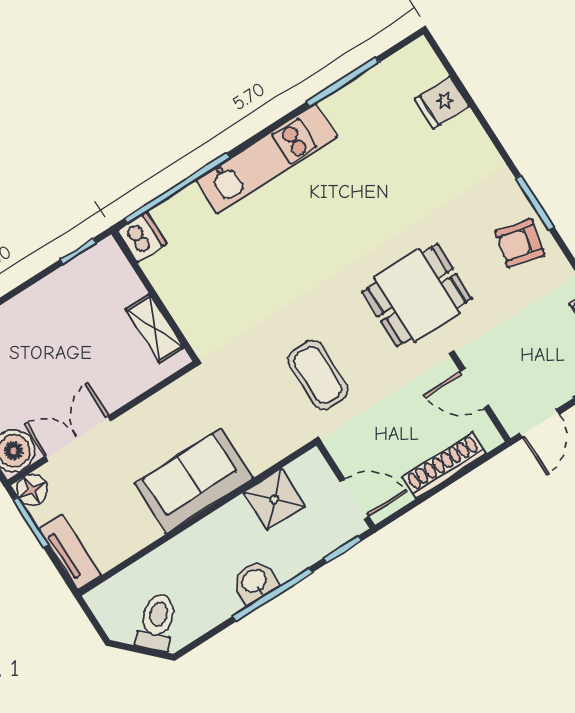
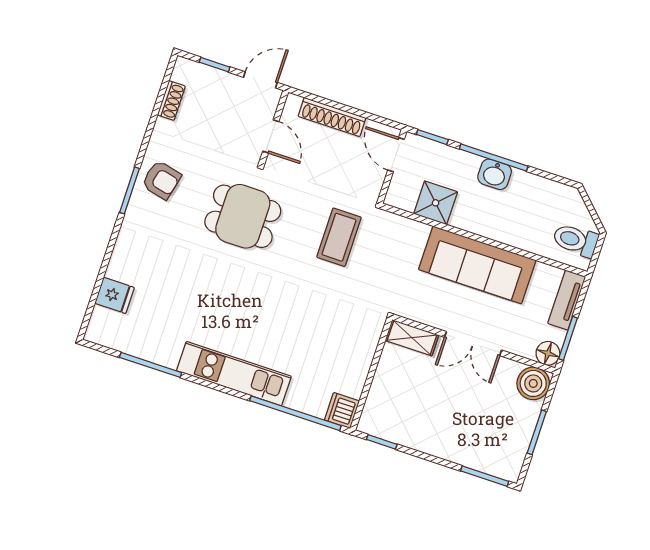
shelving: (154, 328) -> (412, 338), moved, turned 90
double door: (78, 438) -> (473, 344), moved
sofa: (194, 481) -> (477, 265), width x1.36
toilet: (157, 622) -> (575, 240), moved, turned 45

